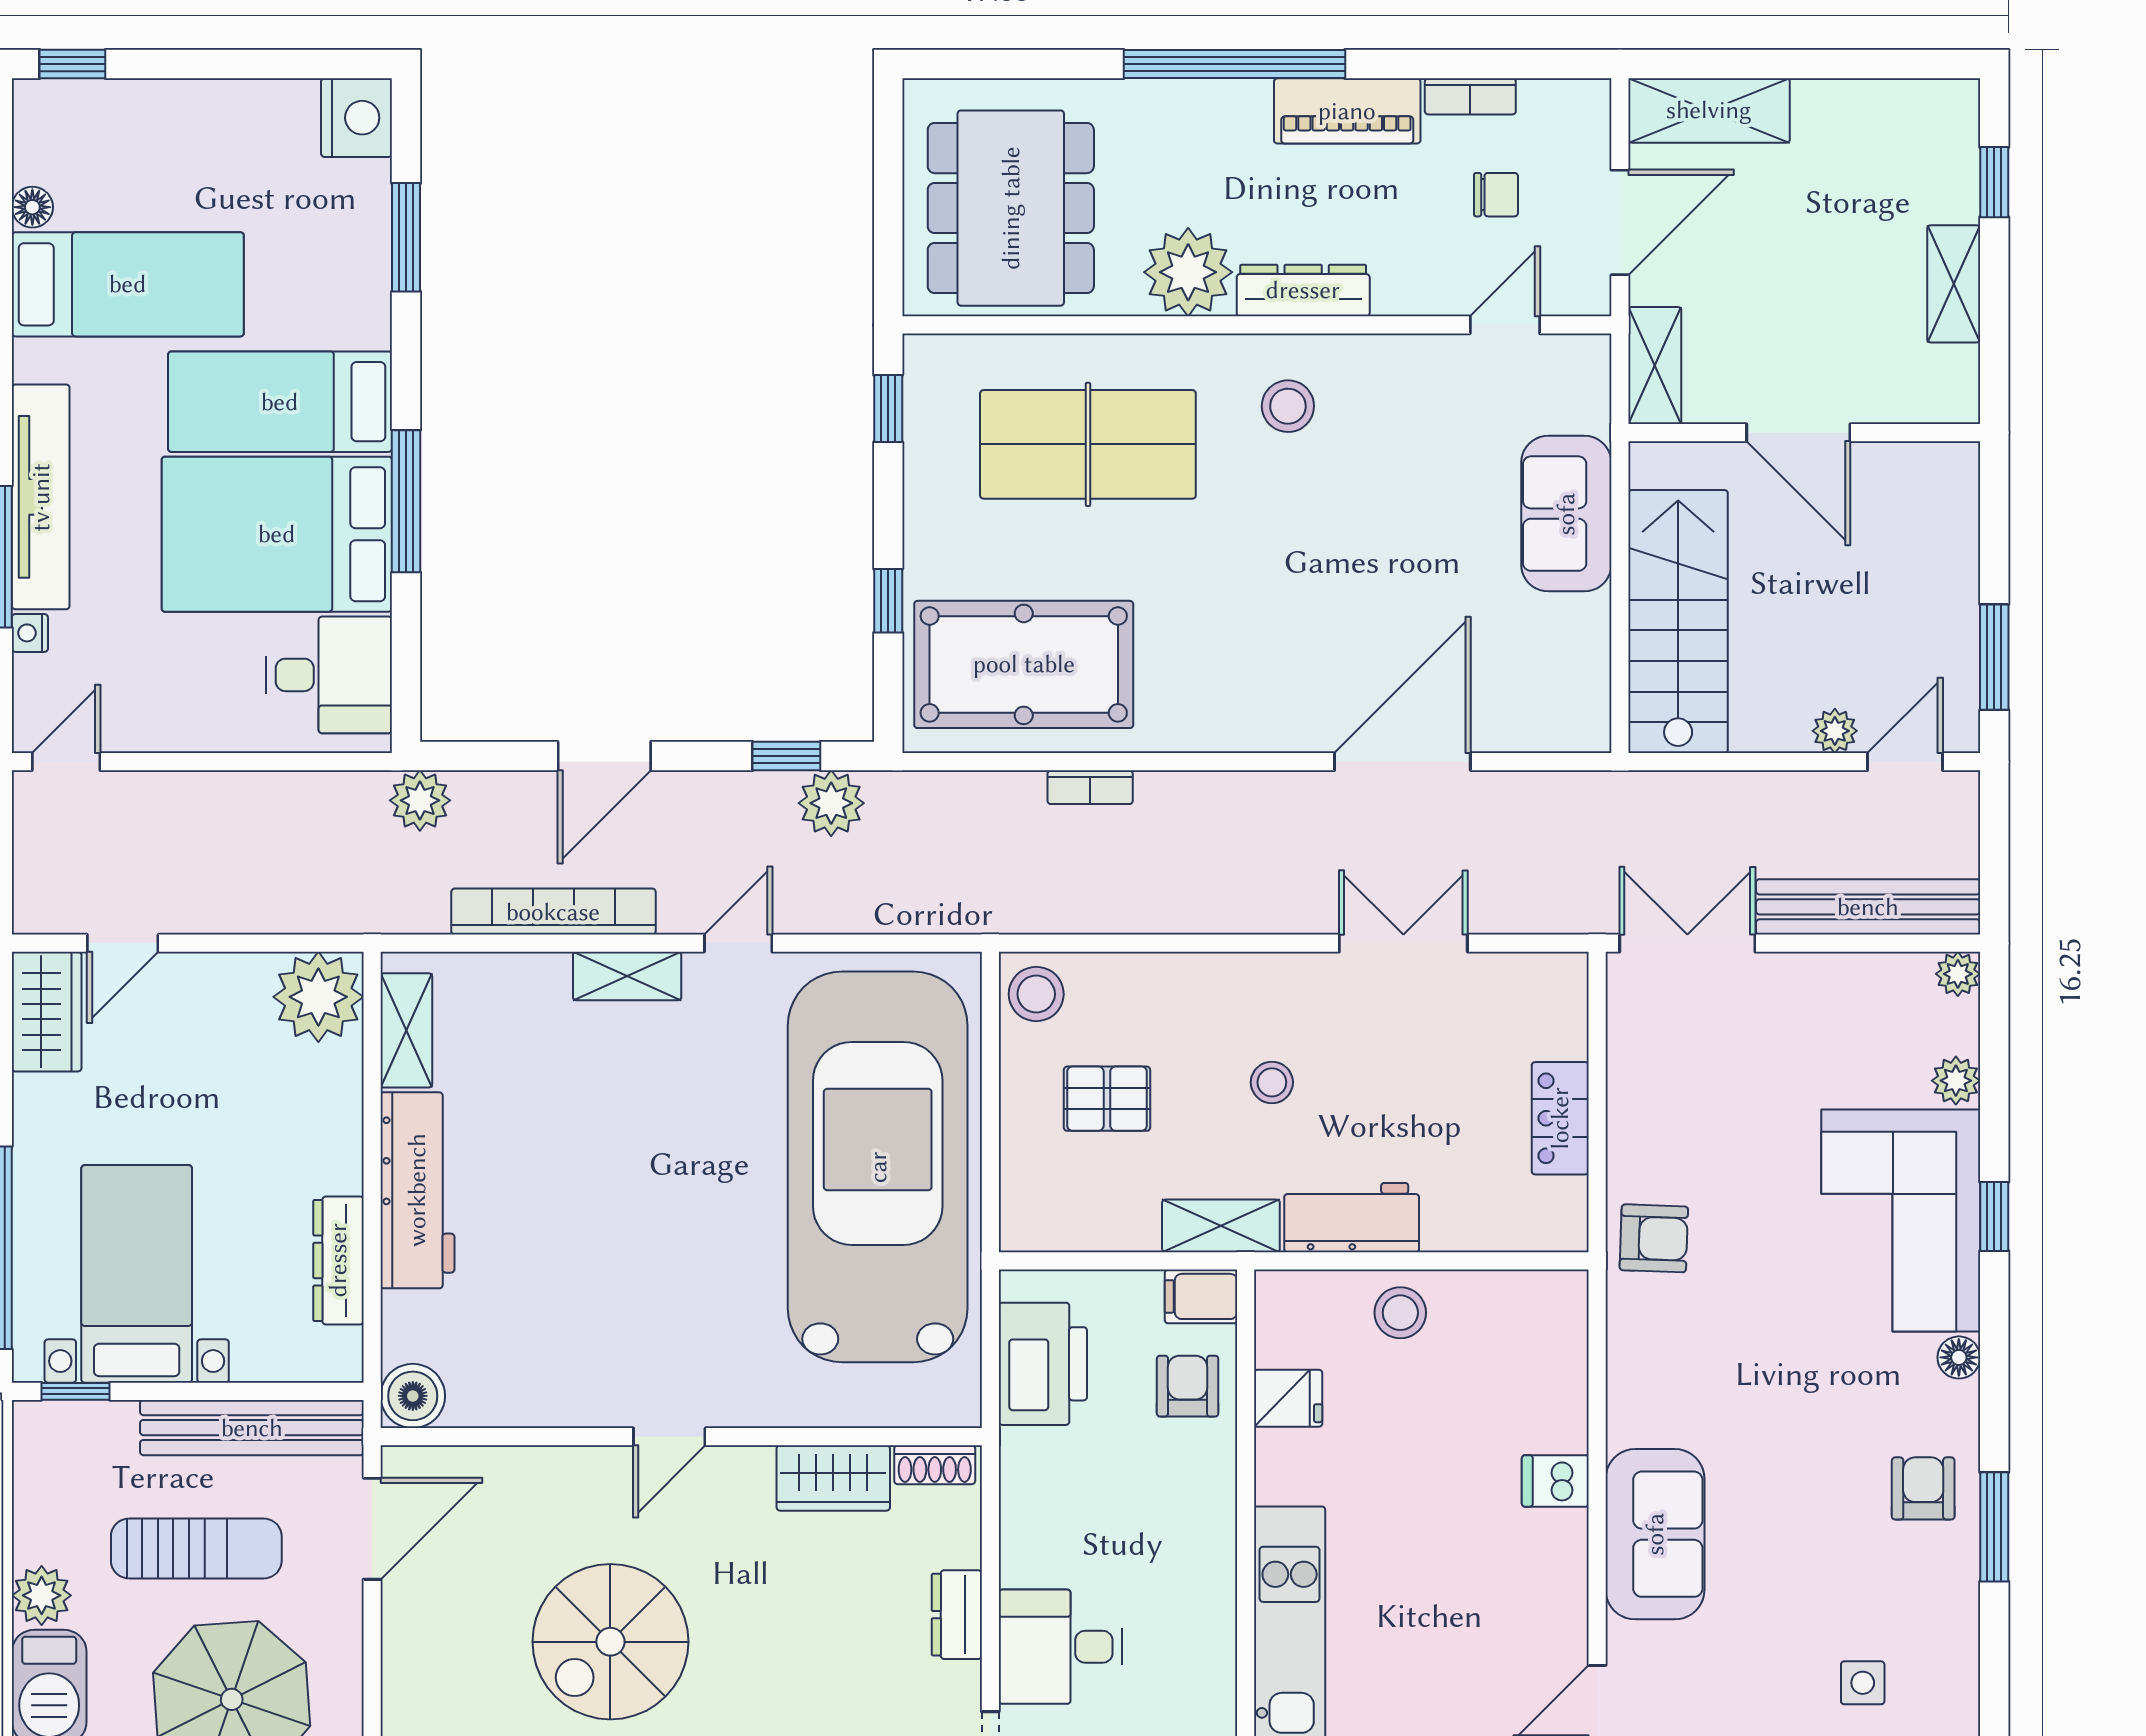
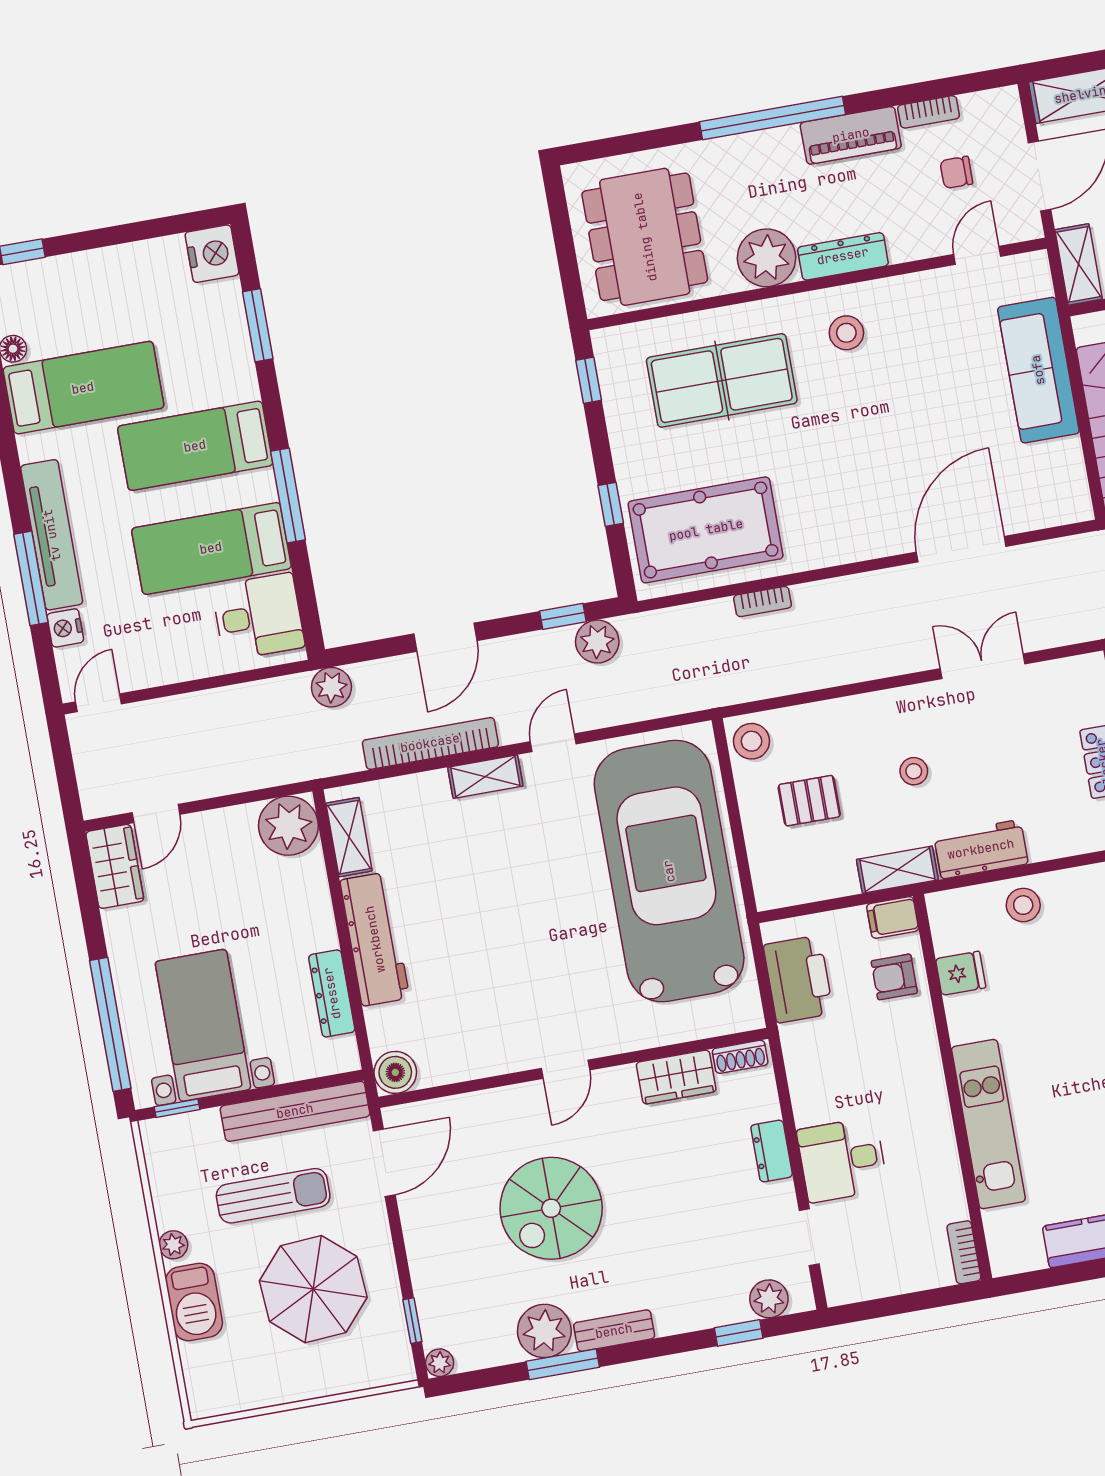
chair: (1496, 195) -> (956, 172), turned 180
sofa: (1566, 514) -> (1038, 370), width x1.36
bed: (277, 534) -> (211, 548), width x0.67
nightstand: (30, 633) -> (65, 628), width x1.39, depth x1.35
armchair: (1188, 1386) -> (894, 977), turned -90
plant: (42, 1595) -> (173, 1245), width x0.73, depth x0.73

